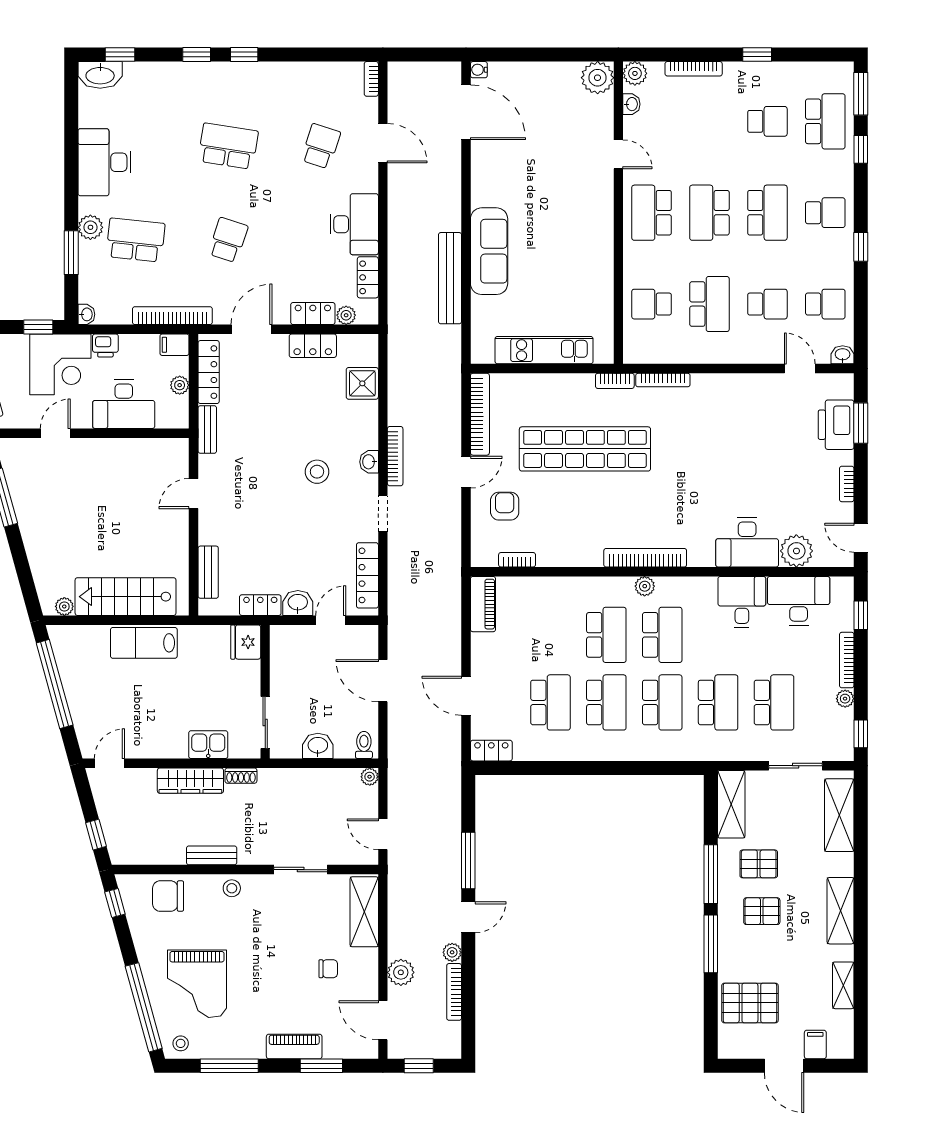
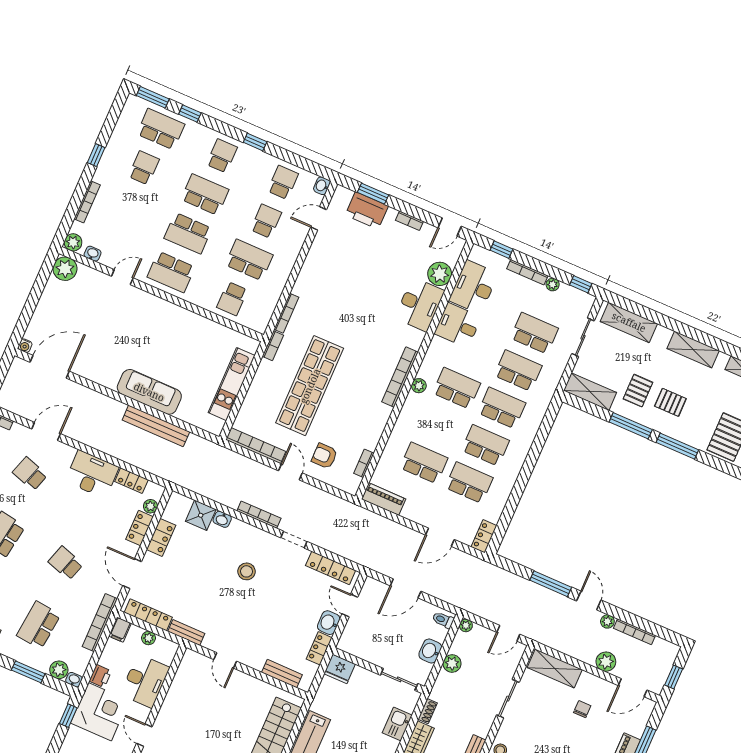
plant: (90, 227) -> (59, 670), moved
washbasin: (369, 462) -> (222, 519), moved
school desk: (606, 635) -> (424, 463), moved
plant: (314, 780) -> (452, 663), added
pallet: (762, 911) -> (670, 402), turned 90

